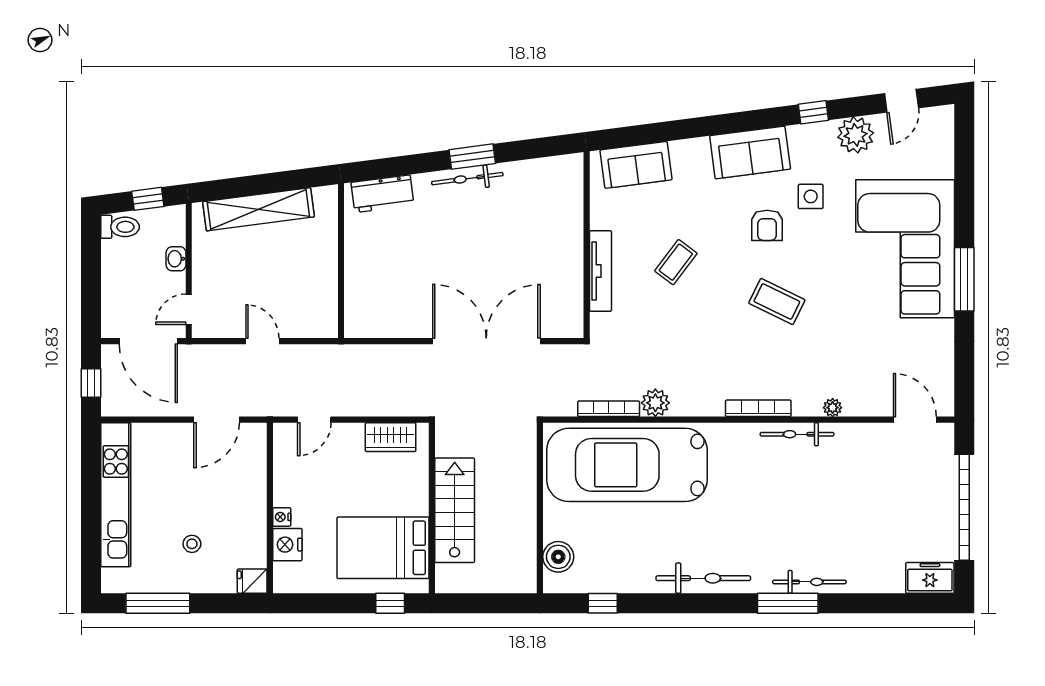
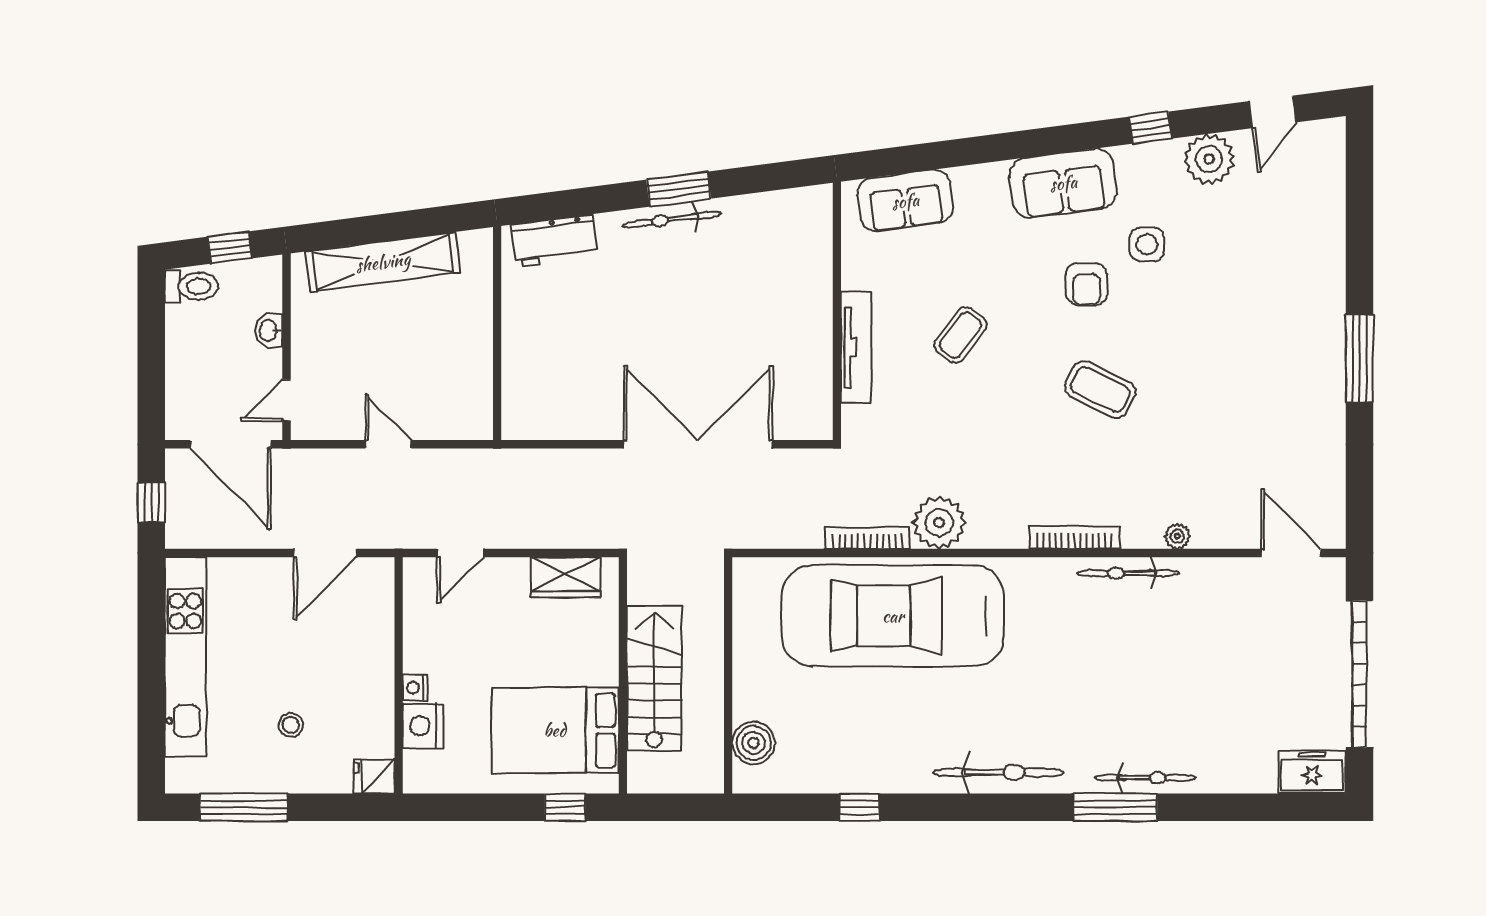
corner sofa: (905, 249) -> (1278, 317), removed
plant: (655, 403) -> (939, 523), width x1.36, depth x1.36
wall: (540, 508) -> (728, 675), moved
boiler: (558, 557) -> (754, 743), moved

